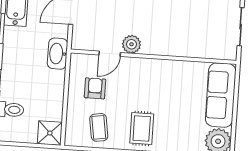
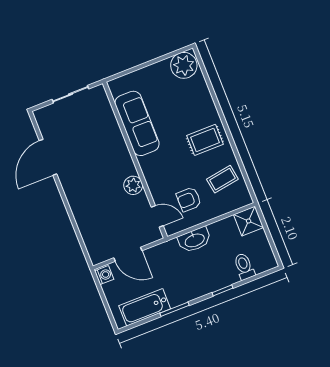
washbasin: (57, 54) -> (194, 240), moved
door: (110, 54) -> (157, 216), moved
sofa: (221, 95) -> (137, 123), moved, turned -90

